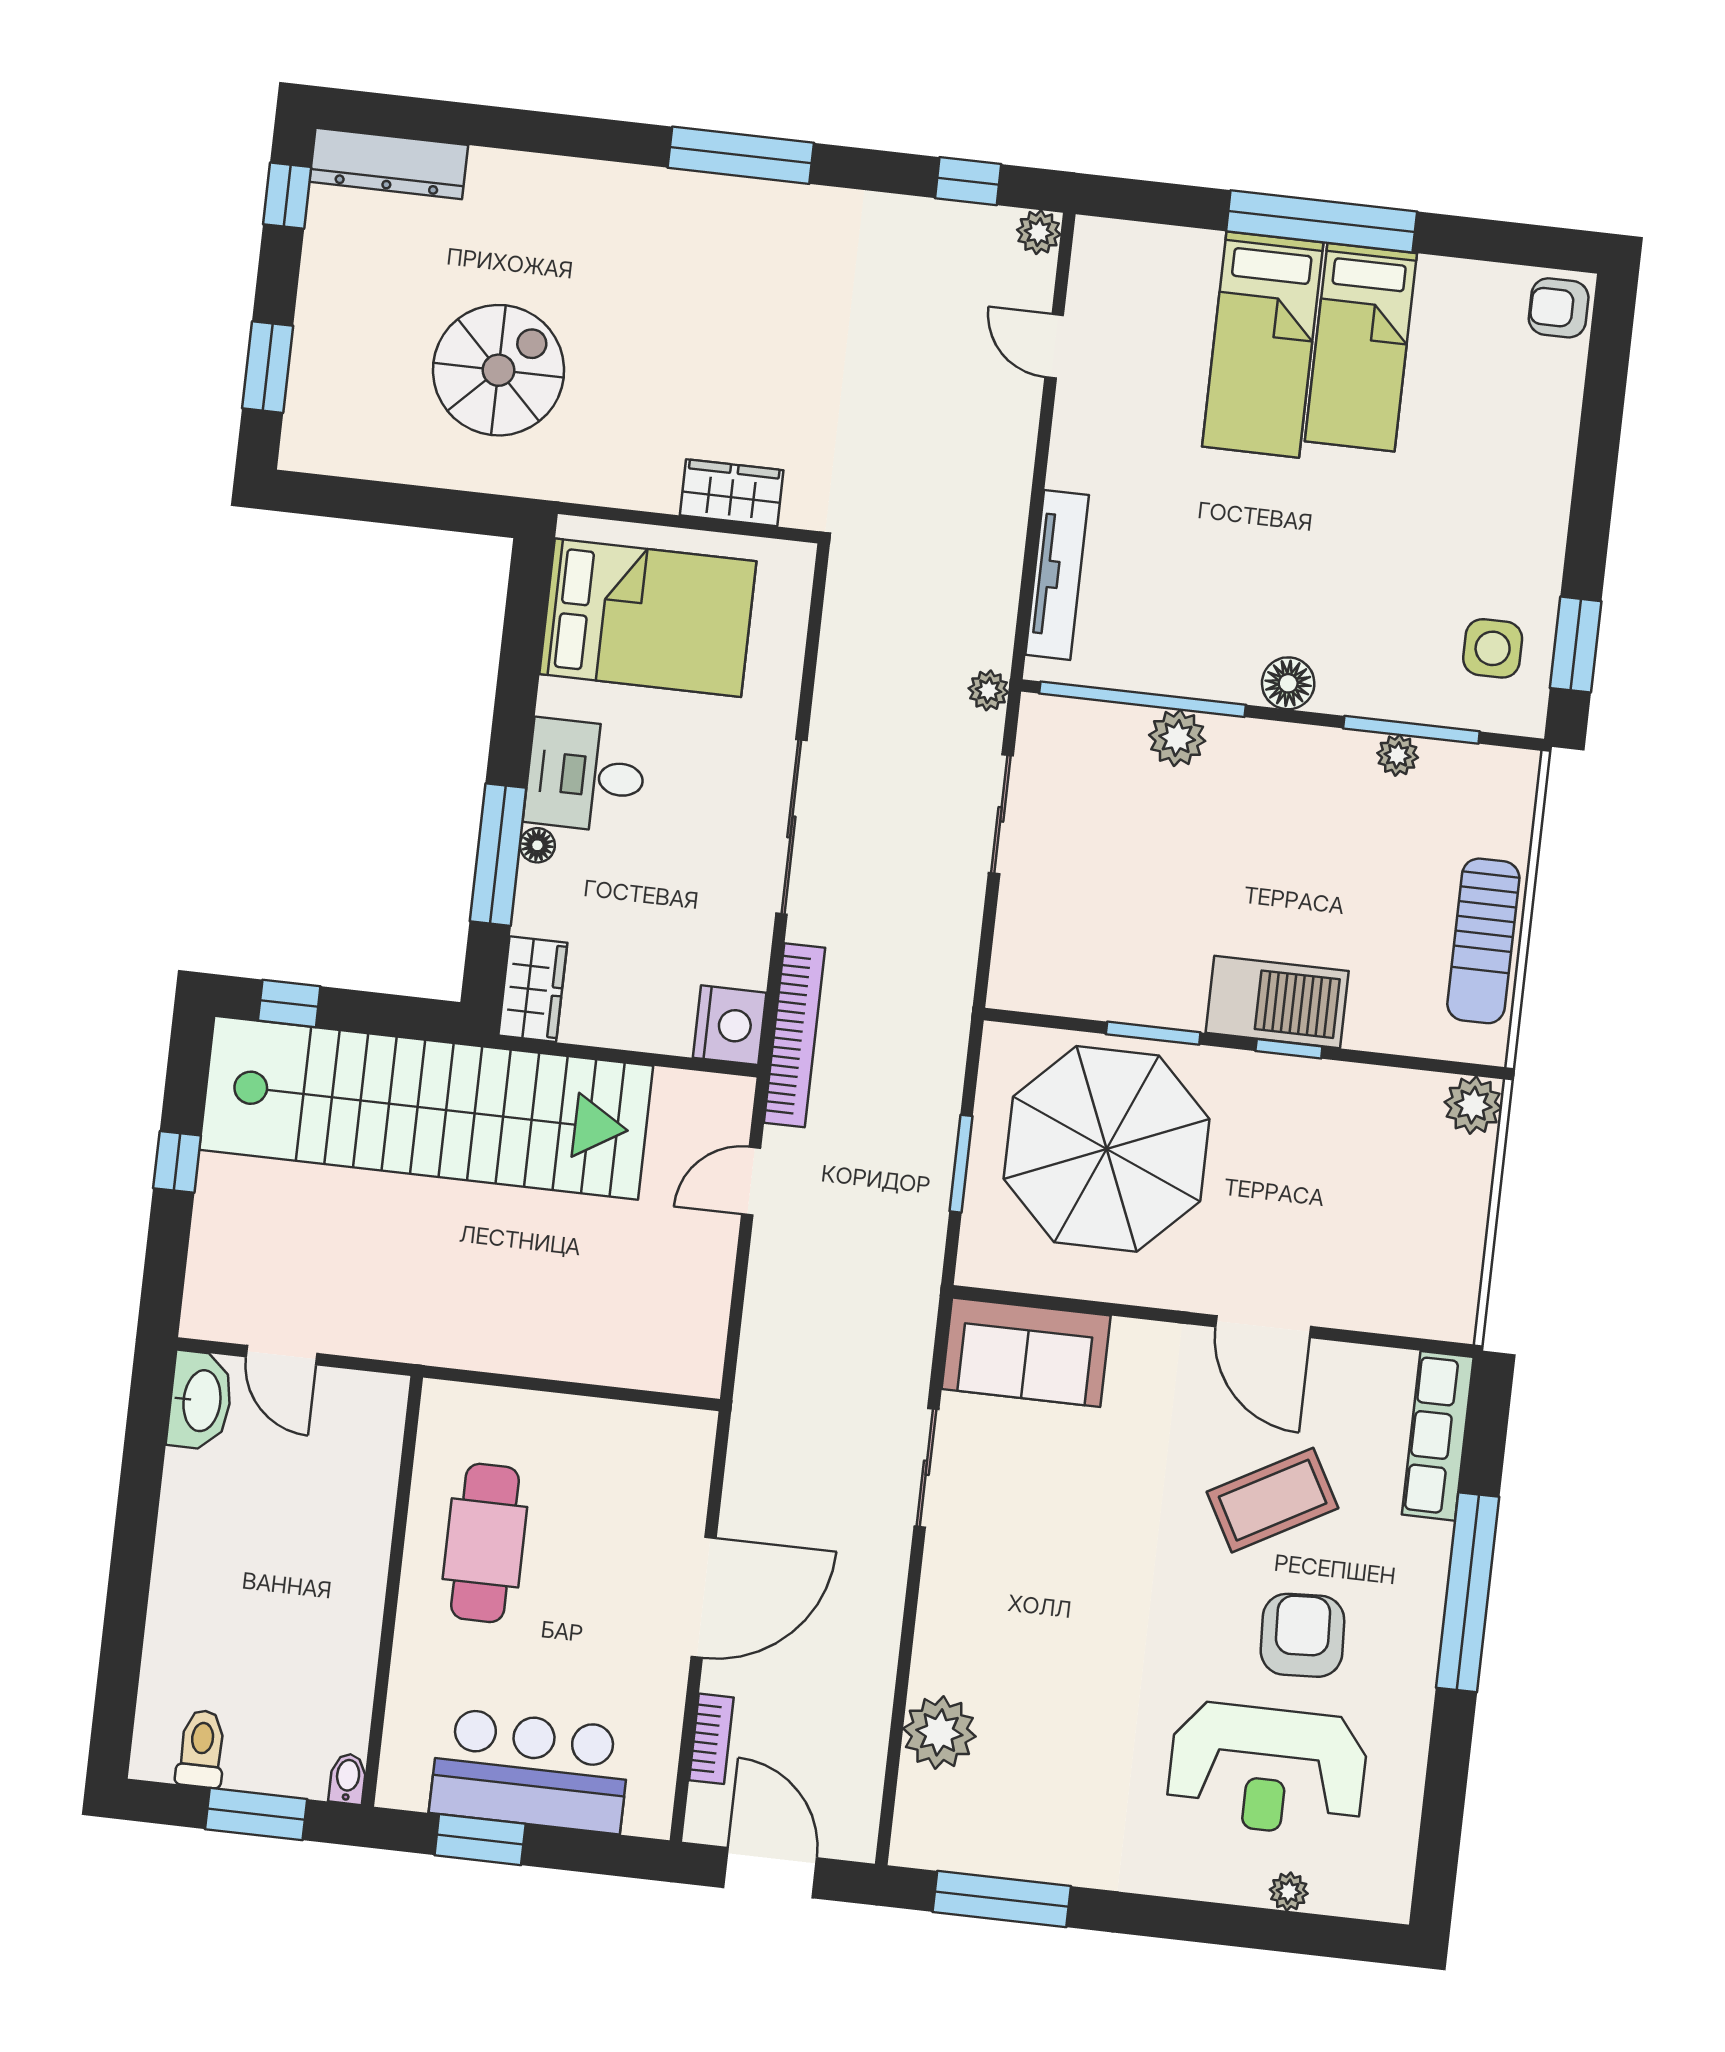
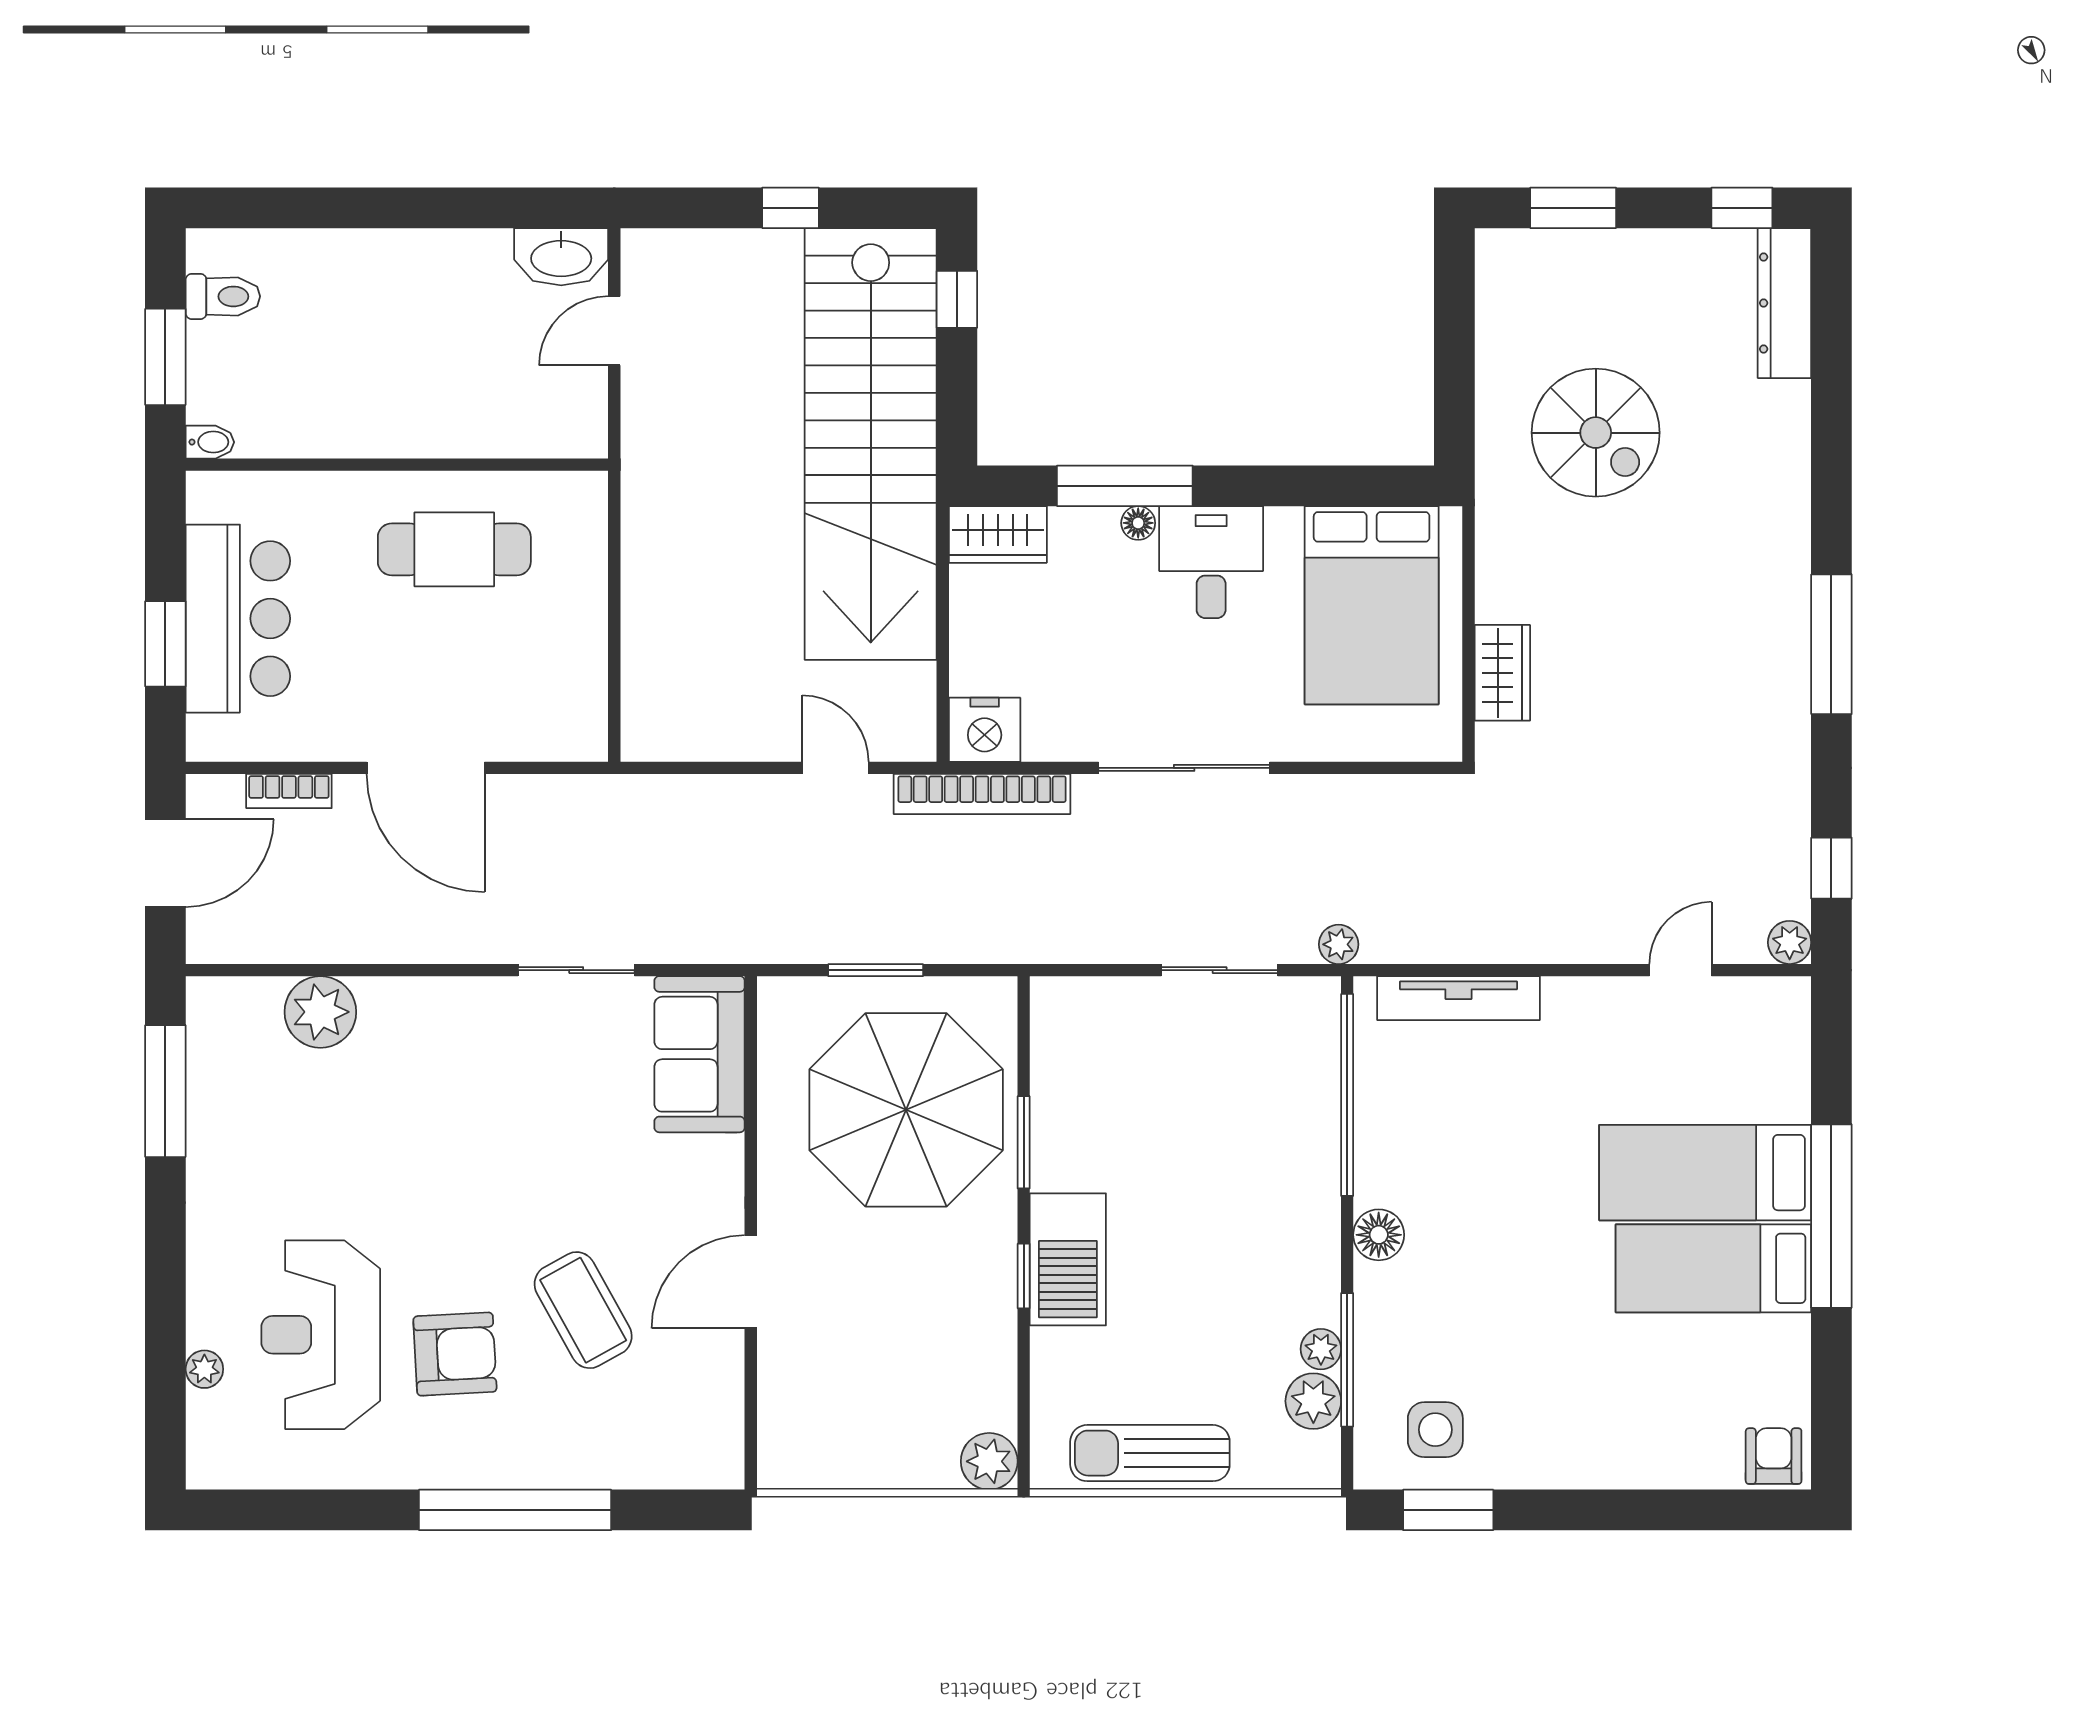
plant: (1177, 738) -> (1313, 1401), moved
row of seats: (1438, 1436) -> (664, 1464), removed
window: (480, 1840) -> (165, 644), moved

